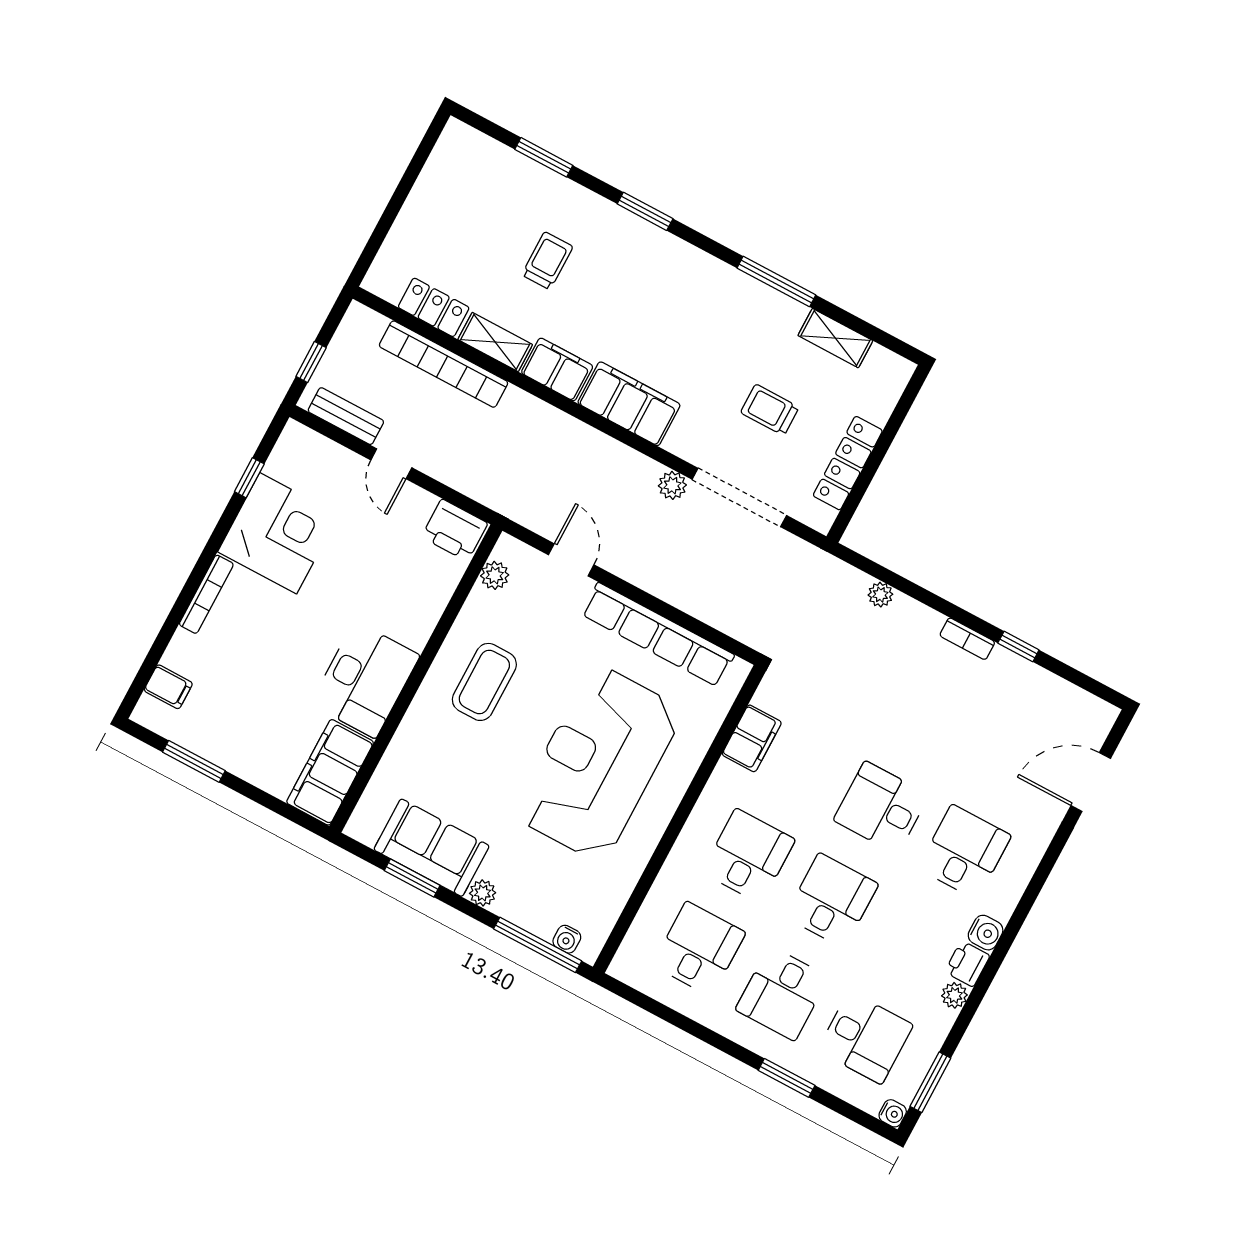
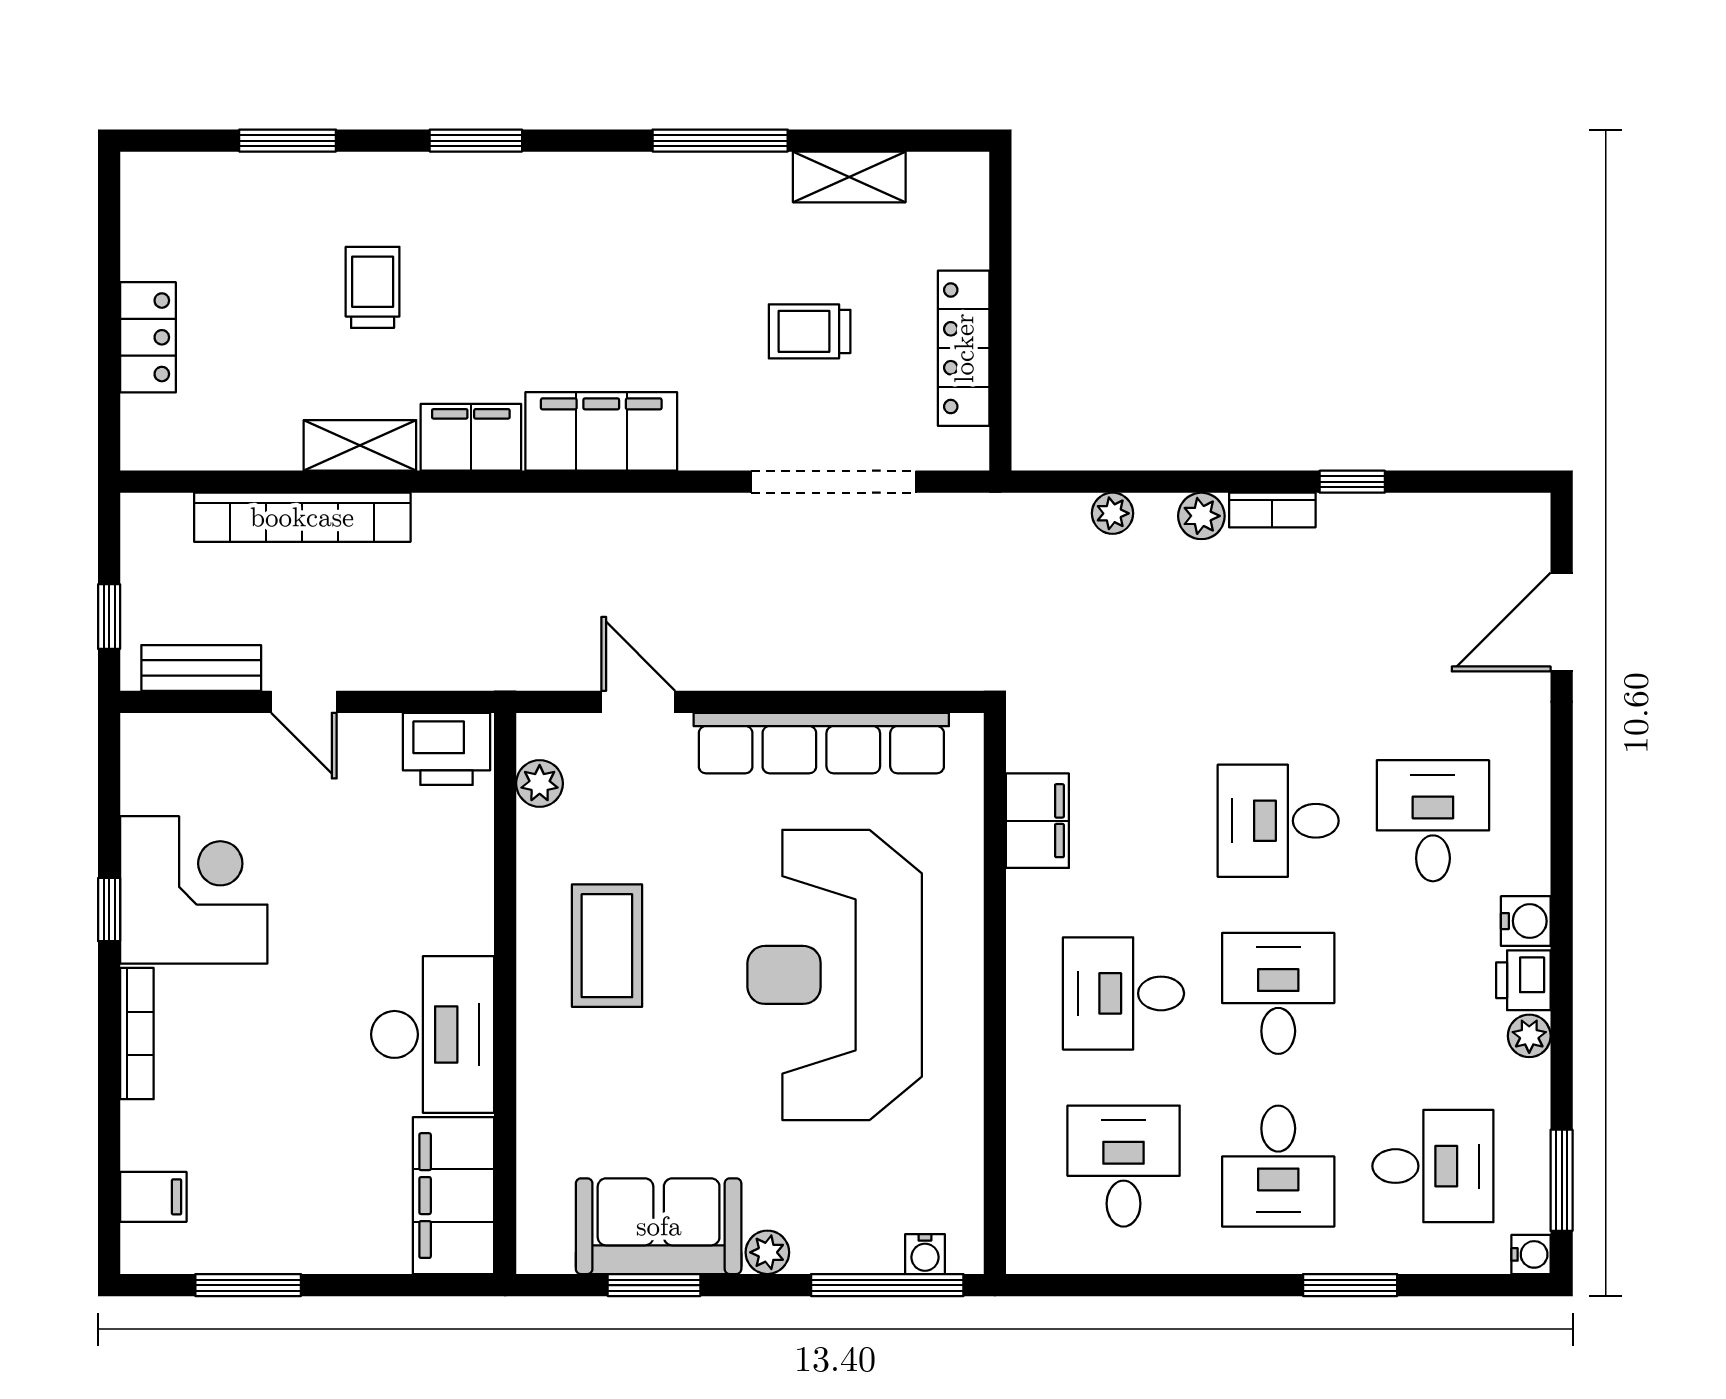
locker: (434, 307) -> (148, 337), moved, turned 90
window: (249, 478) -> (109, 910), moved
plant: (672, 485) -> (1201, 516), moved
desk: (748, 856) -> (1124, 993), turned -90

